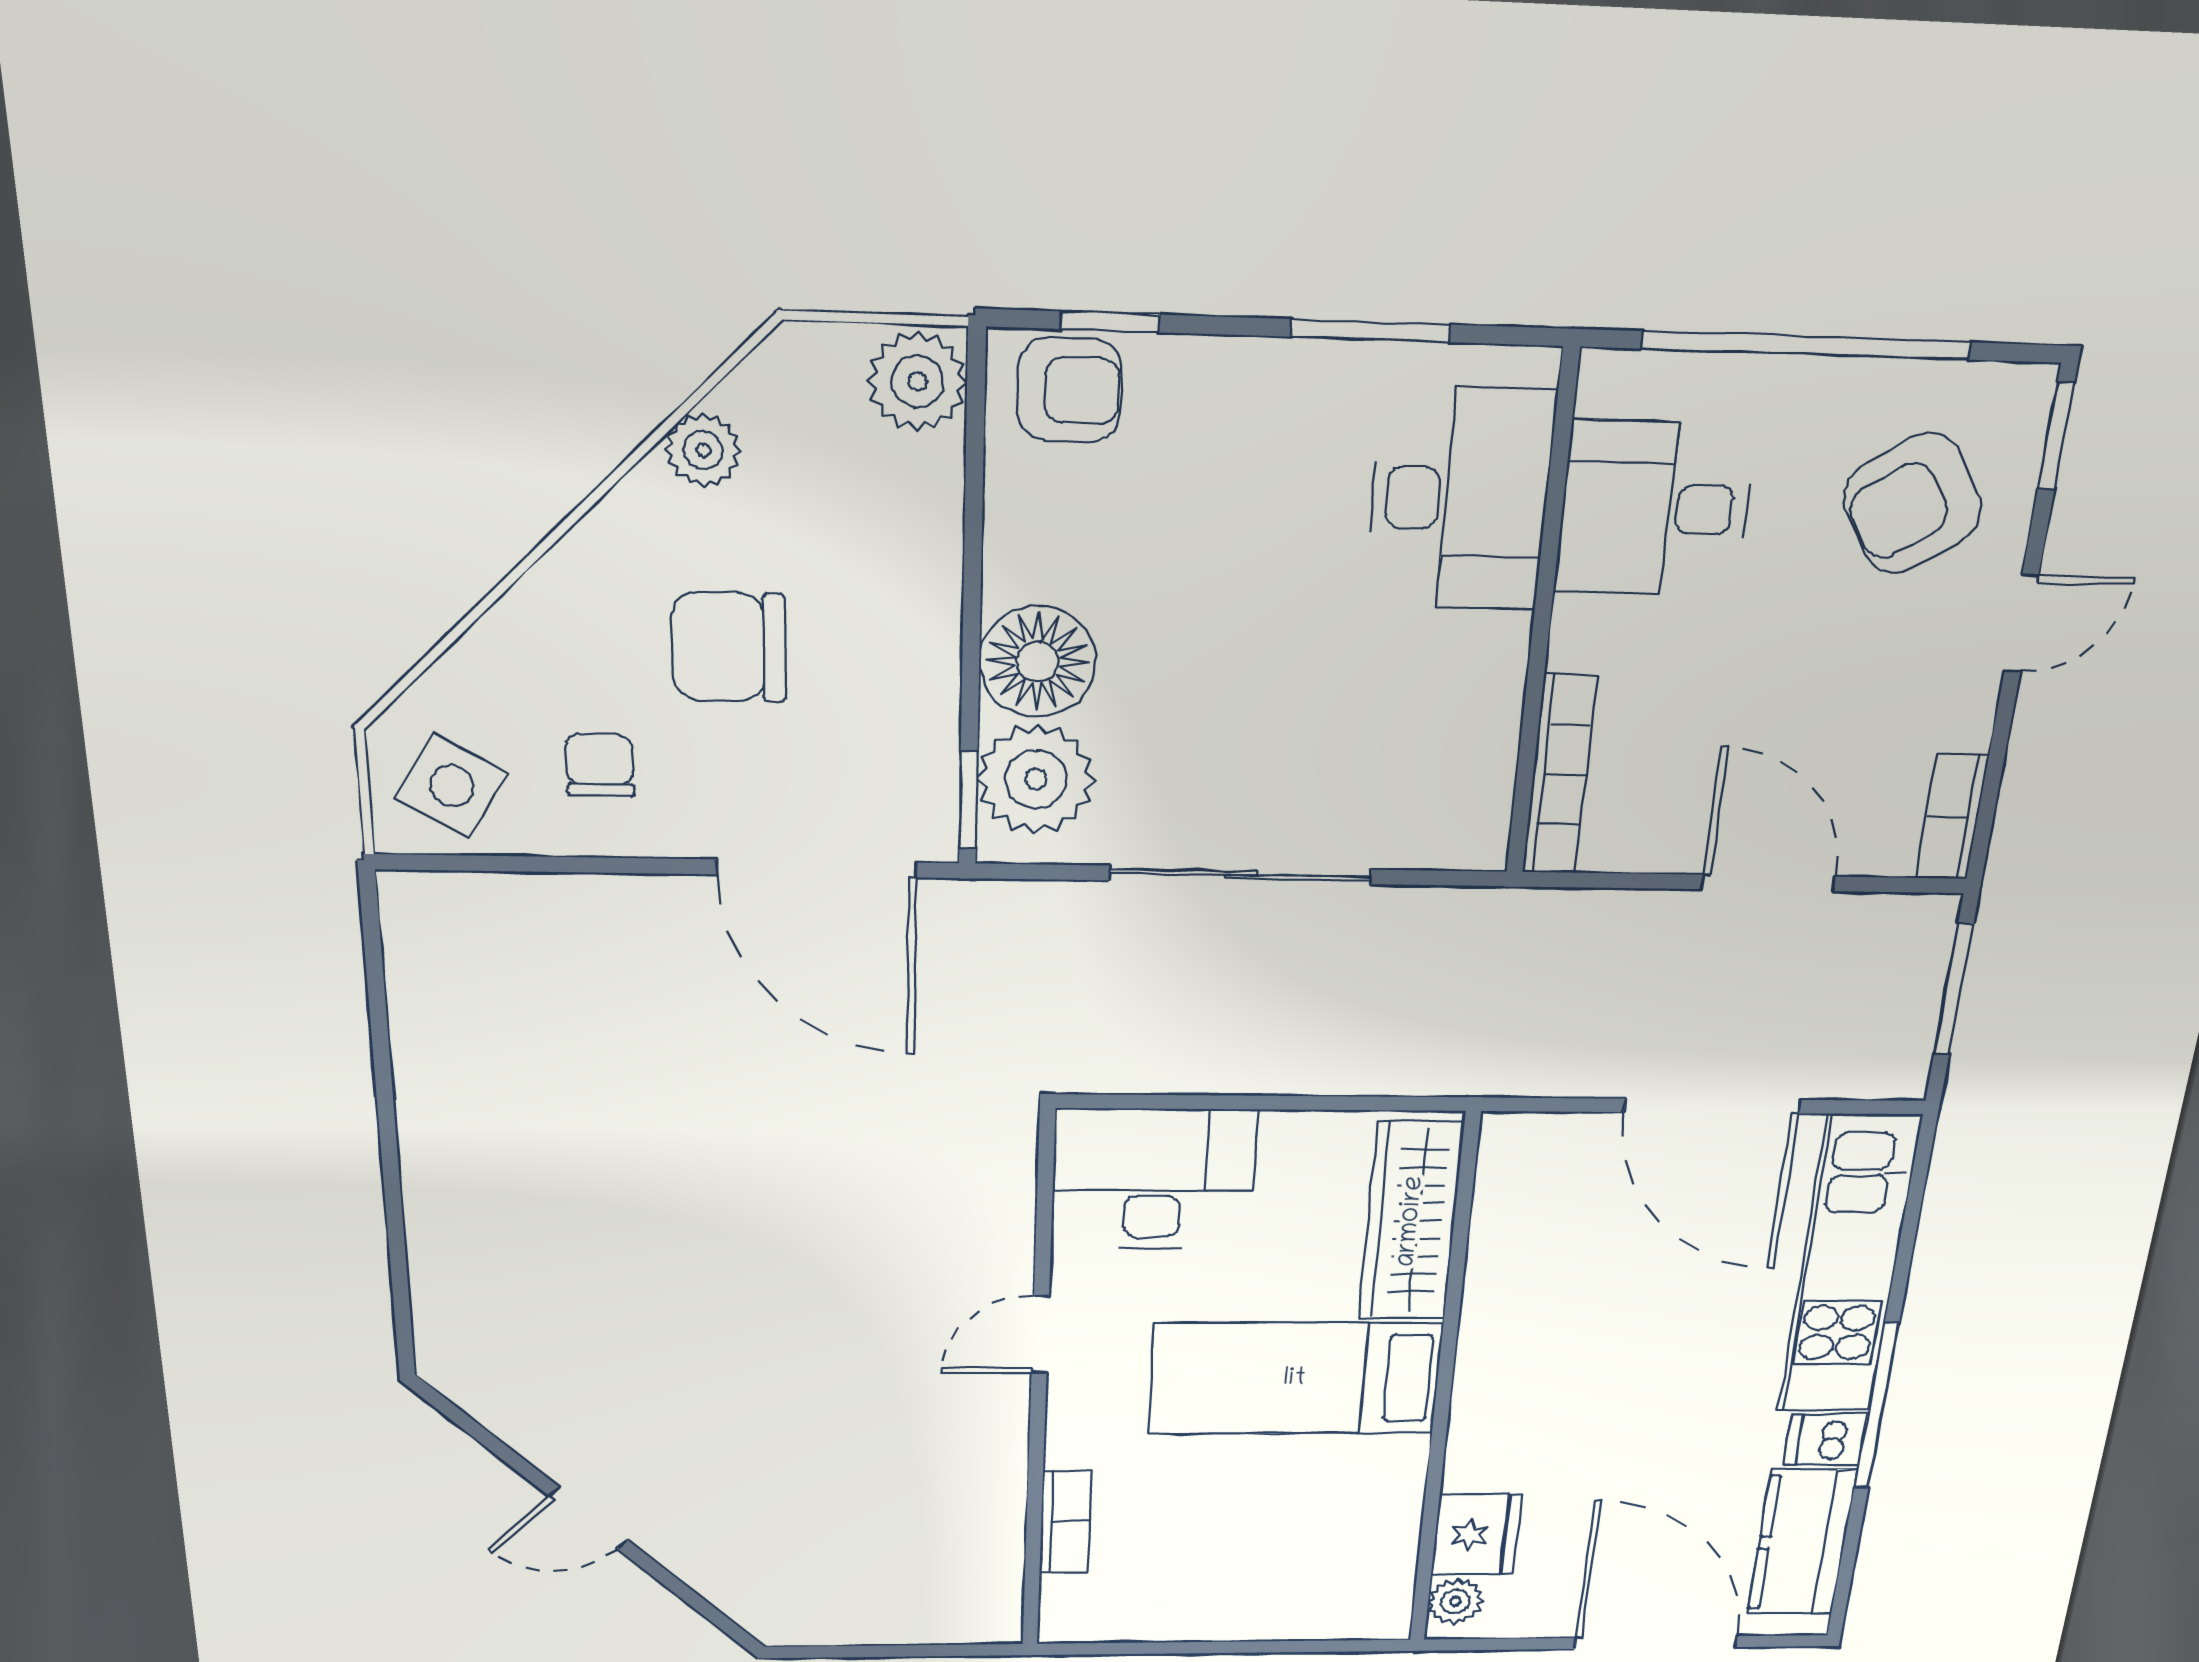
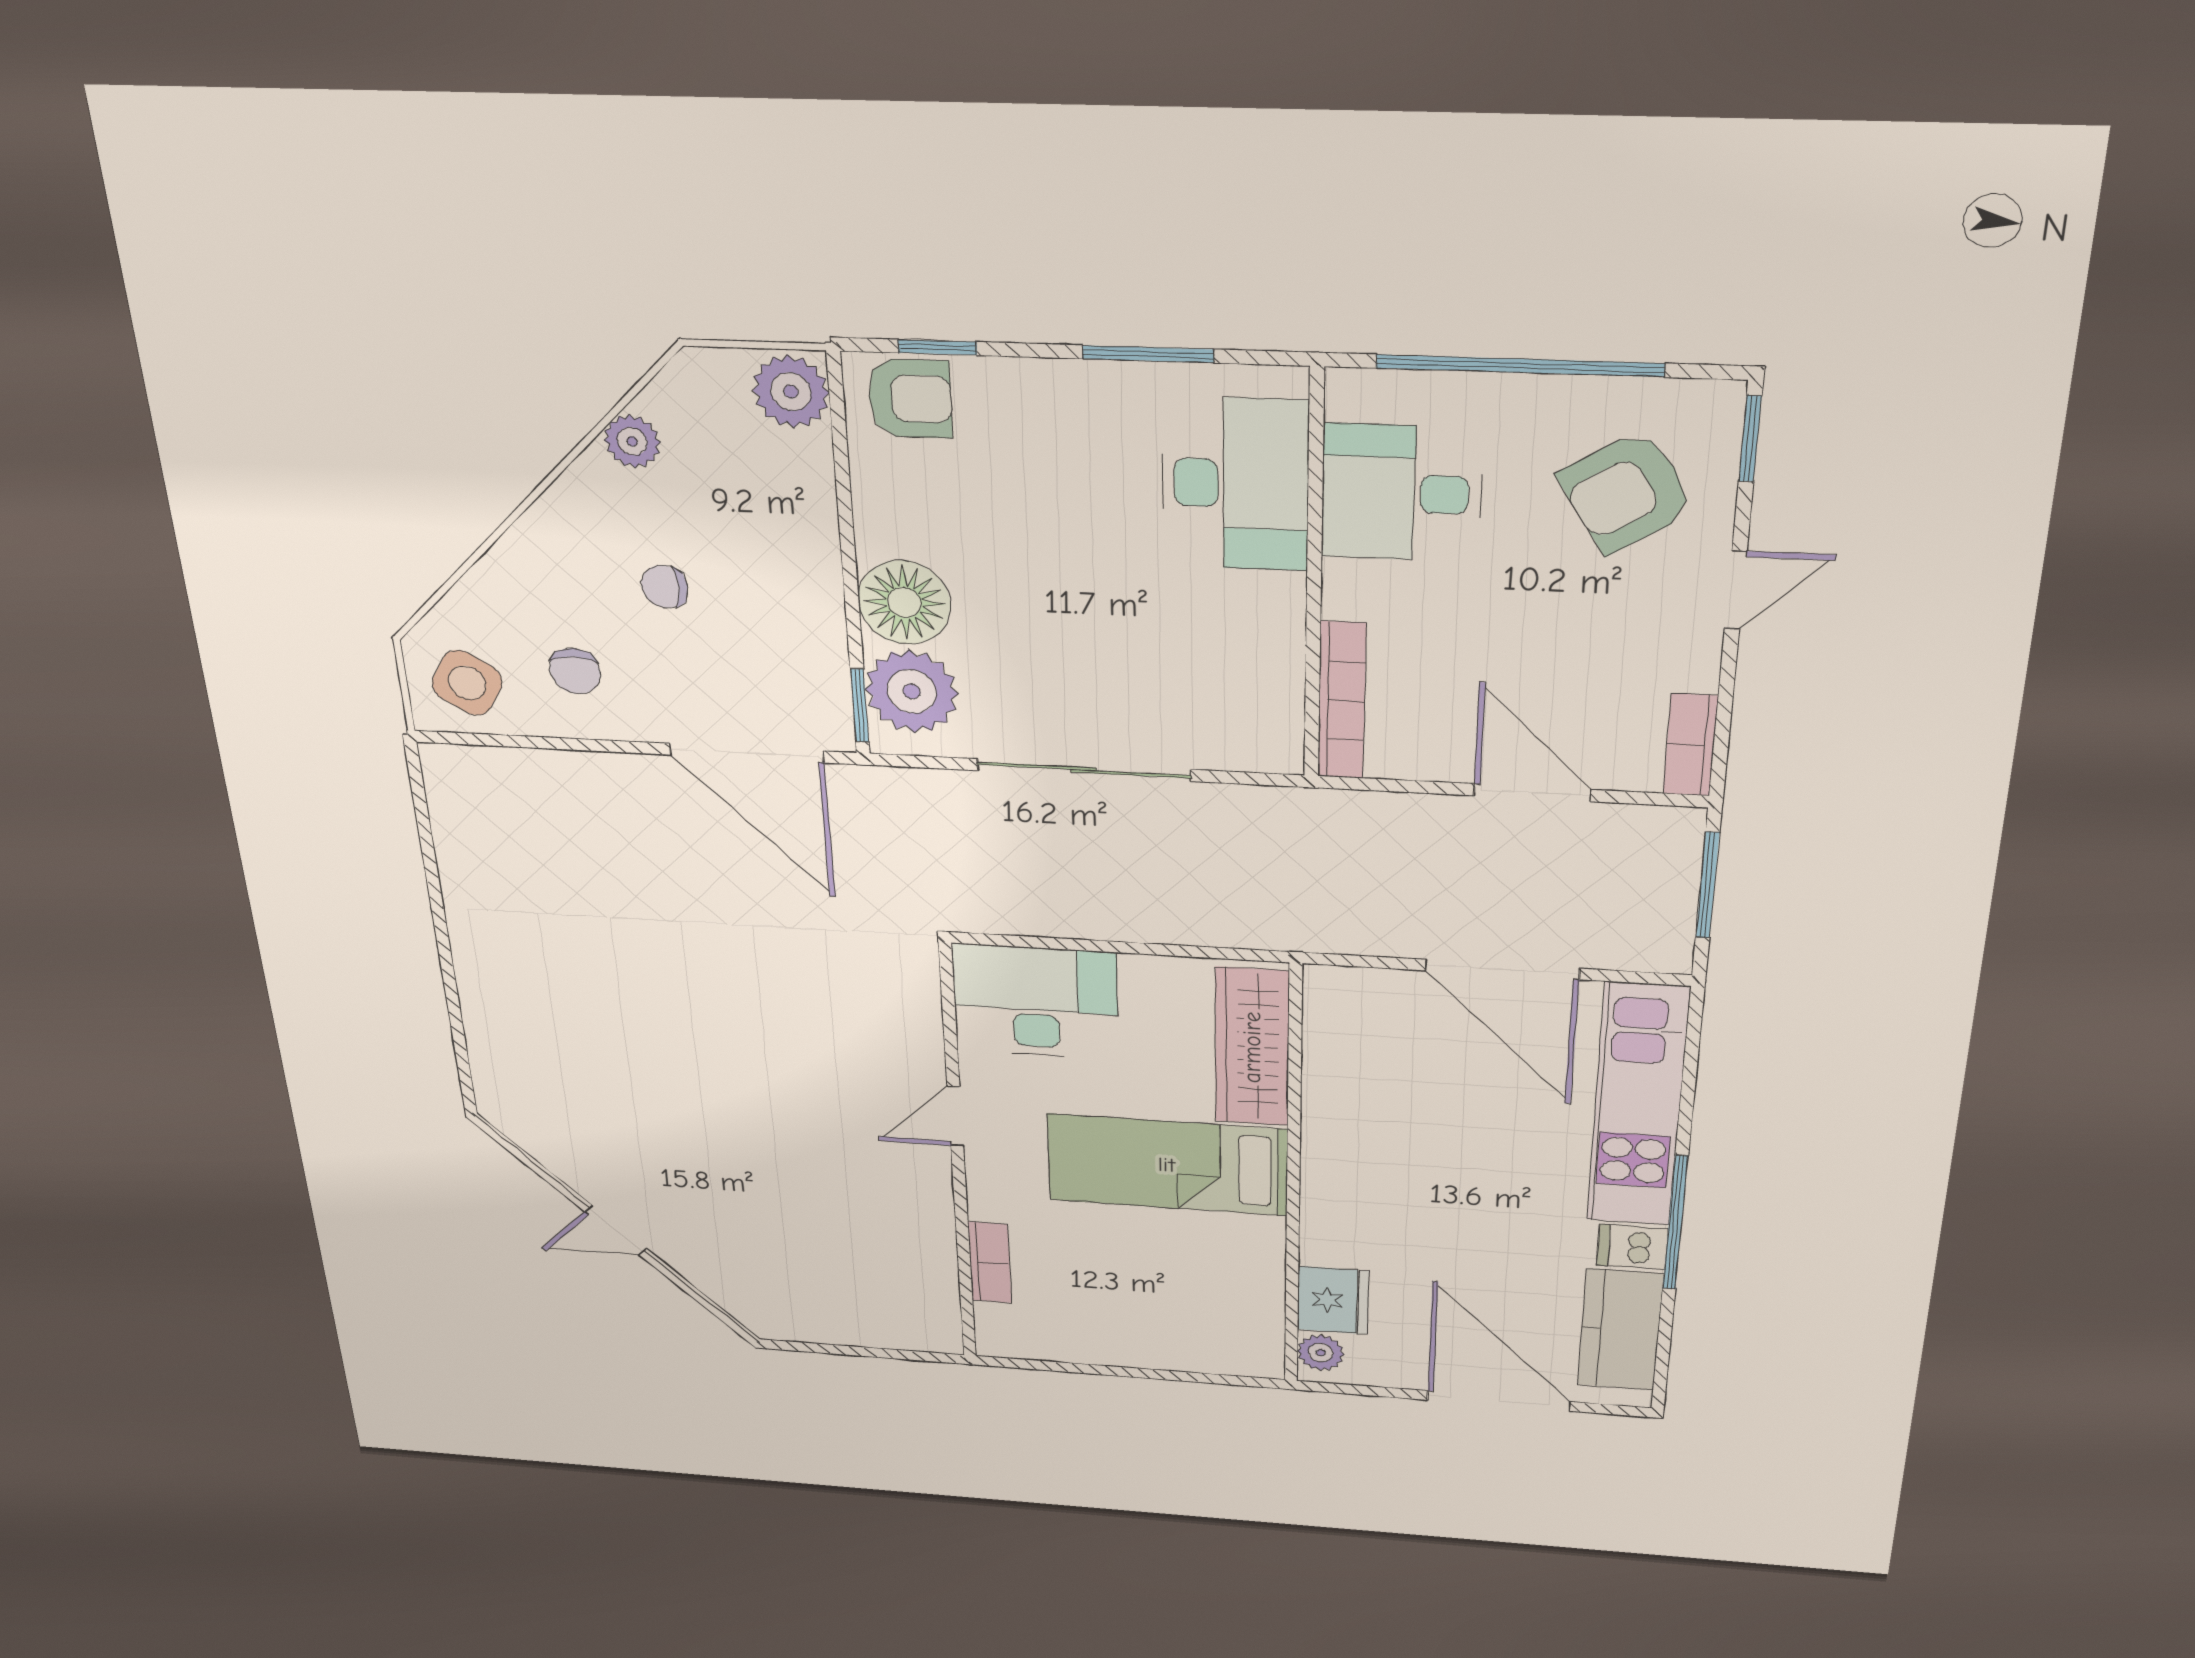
chair: (729, 647) -> (665, 587), width x0.54, depth x0.54
chair: (600, 765) -> (575, 671), turned 180

